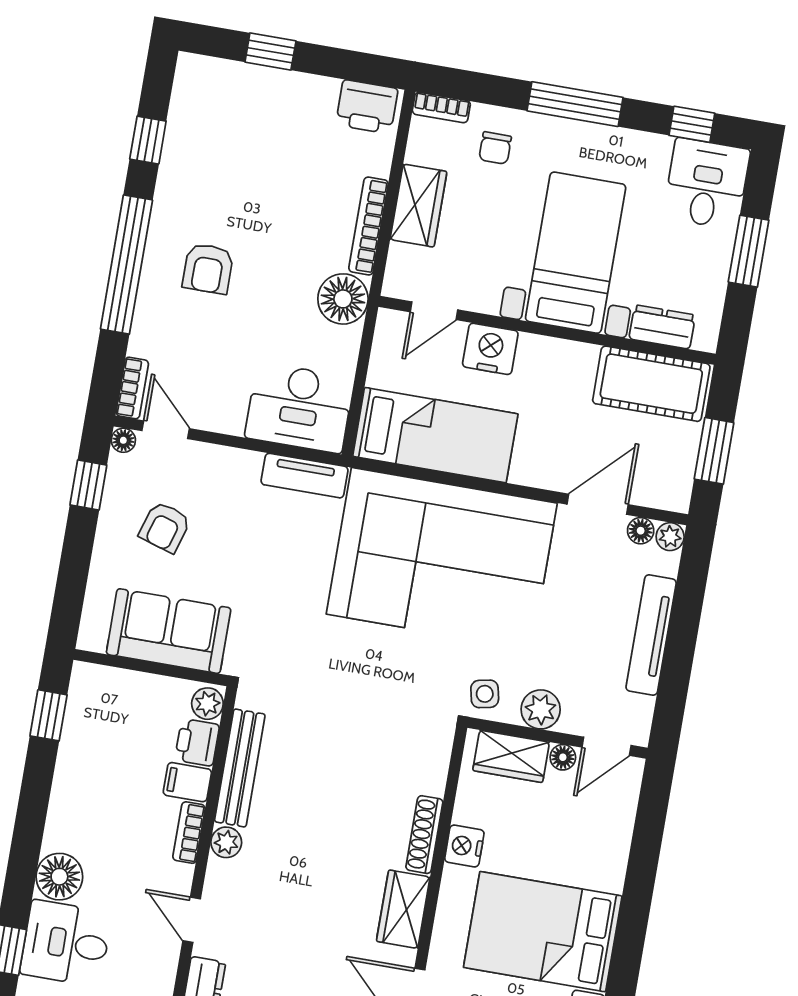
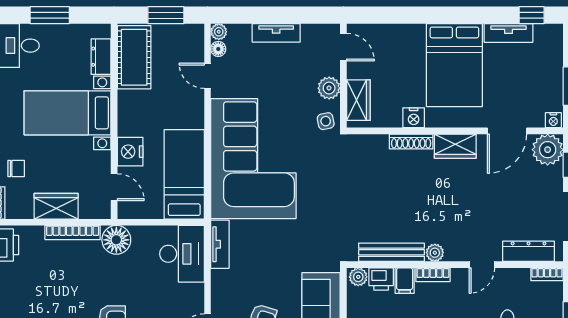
door: (598, 504) -> (208, 76), width x0.73
tv unit: (651, 635) -> (276, 33), width x0.71
floor lamp: (563, 757) -> (354, 71), removed

